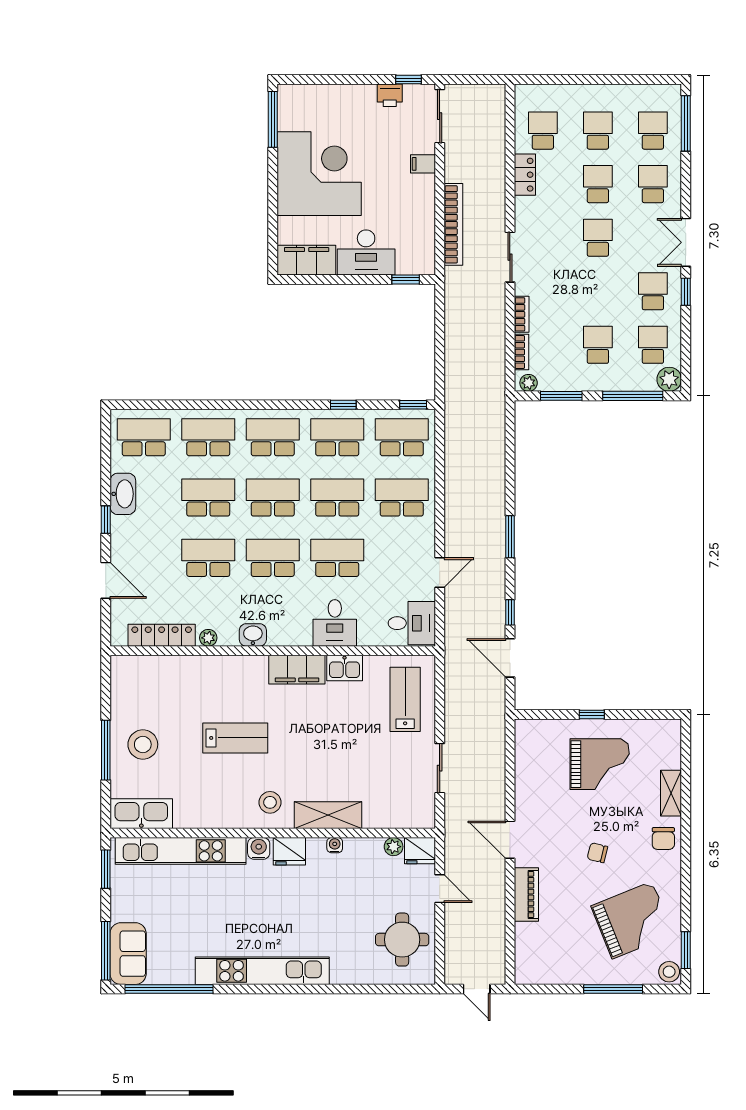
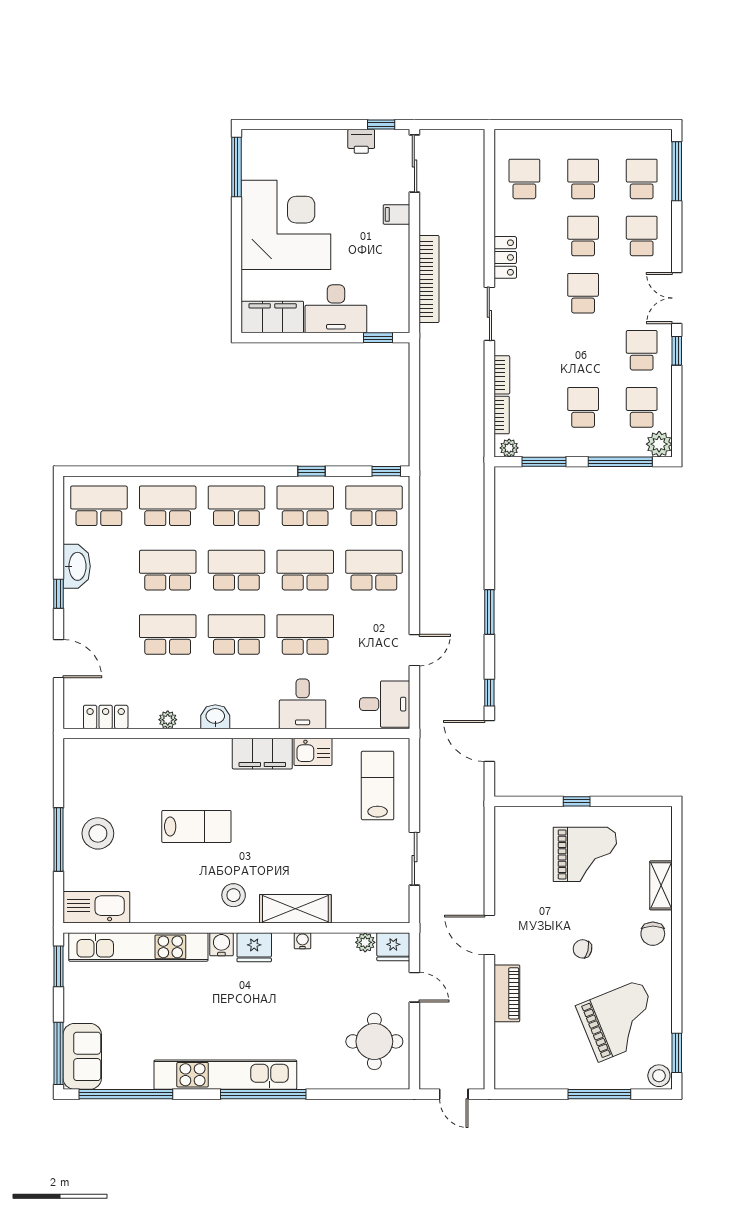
locker: (525, 175) -> (505, 257), moved
locker: (162, 635) -> (106, 717), width x0.66
window: (298, 989) -> (263, 1094), added

